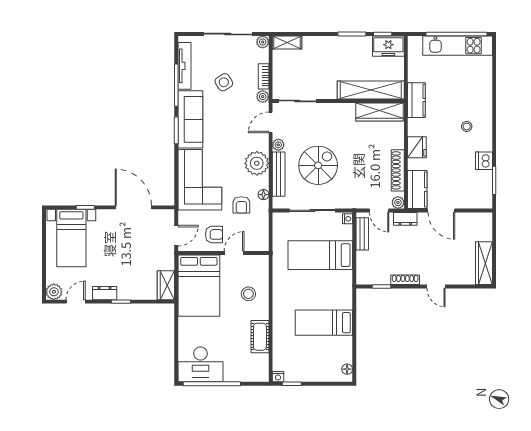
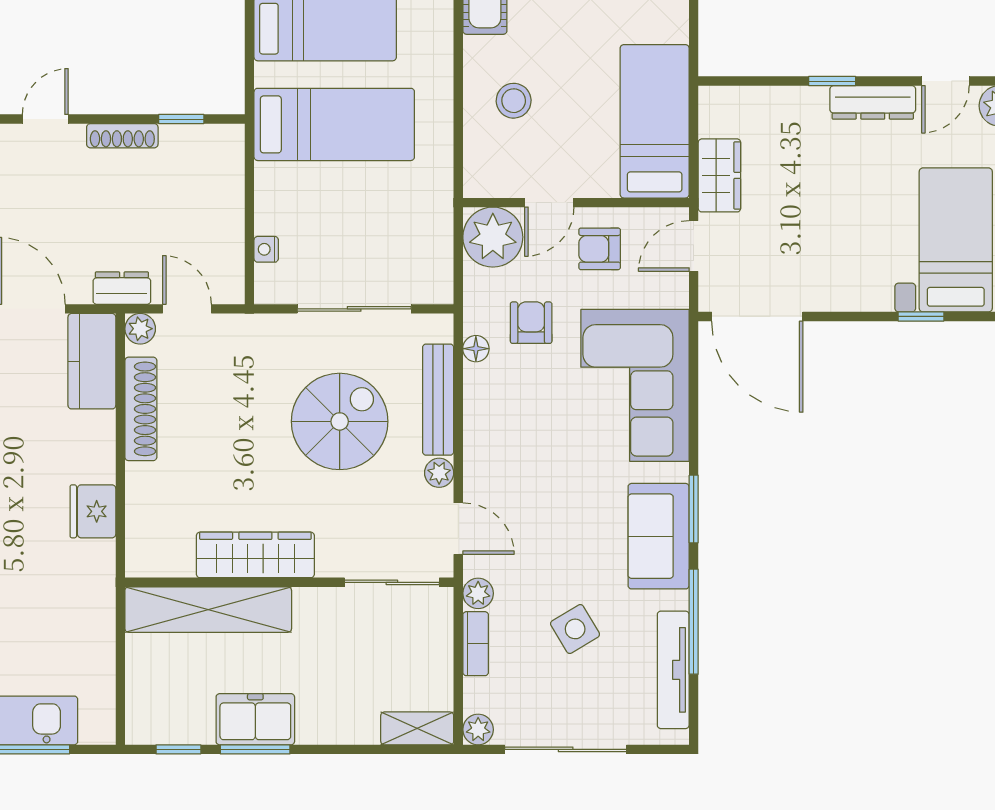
freezer: (388, 46) -> (255, 719), moved
kitchen counter: (416, 100) -> (94, 584), removed
wardrobe: (380, 112) -> (255, 555), moved
sofa: (190, 119) -> (659, 536), width x0.73
door: (271, 122) -> (458, 529), hinge flipped
fridge: (417, 147) -> (93, 511), moved
plant: (257, 163) -> (493, 237), moved
spiral stairs: (318, 165) -> (340, 421), turned 180
door: (133, 207) -> (757, 316), moved
nightstand: (348, 219) -> (266, 249), moved
bench: (362, 234) -> (229, 250), removed
bed: (320, 255) -> (334, 124), moved
wardrobe: (166, 285) -> (719, 175), moved
bed: (199, 286) -> (655, 121), width x0.67
door: (436, 286) -> (45, 119), hinge flipped
dresser: (105, 293) -> (873, 102), width x1.44

